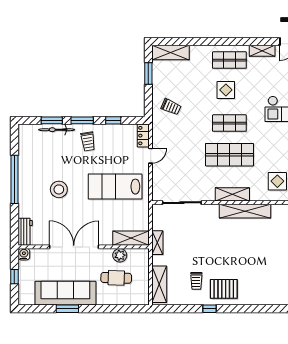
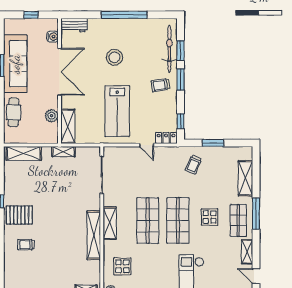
window: (222, 41) -> (256, 214), added
shelving: (171, 52) -> (245, 178), moved
window: (148, 73) -> (213, 143), moved
window: (113, 120) -> (181, 121), moved
shop shelf: (229, 123) -> (178, 220), width x1.43, depth x1.36
bicycle: (57, 130) -> (169, 49), width x1.37, depth x1.40
lab bench: (115, 187) -> (117, 111), turned 180
water cooler: (24, 254) -> (53, 37), moved
cafe table: (116, 278) -> (14, 112), moved
trolley: (196, 281) -> (26, 245), moved
pallet: (224, 289) -> (19, 215), turned 90

